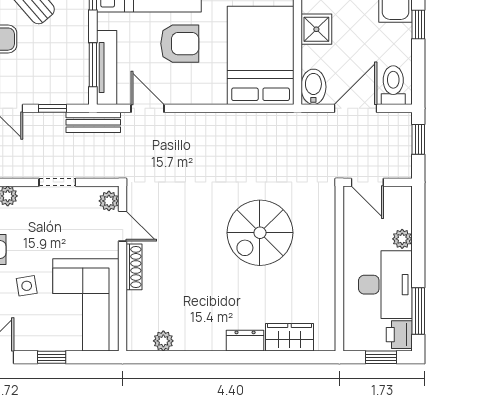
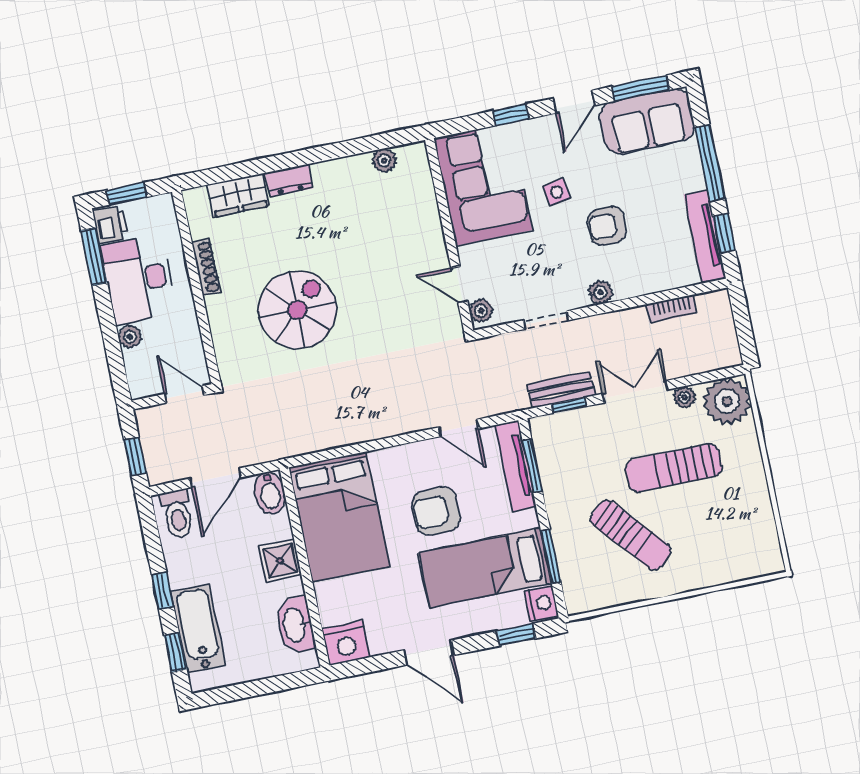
bench: (93, 122) -> (561, 390), moved
shoe rack: (134, 267) -> (206, 267), moved, turned 180

